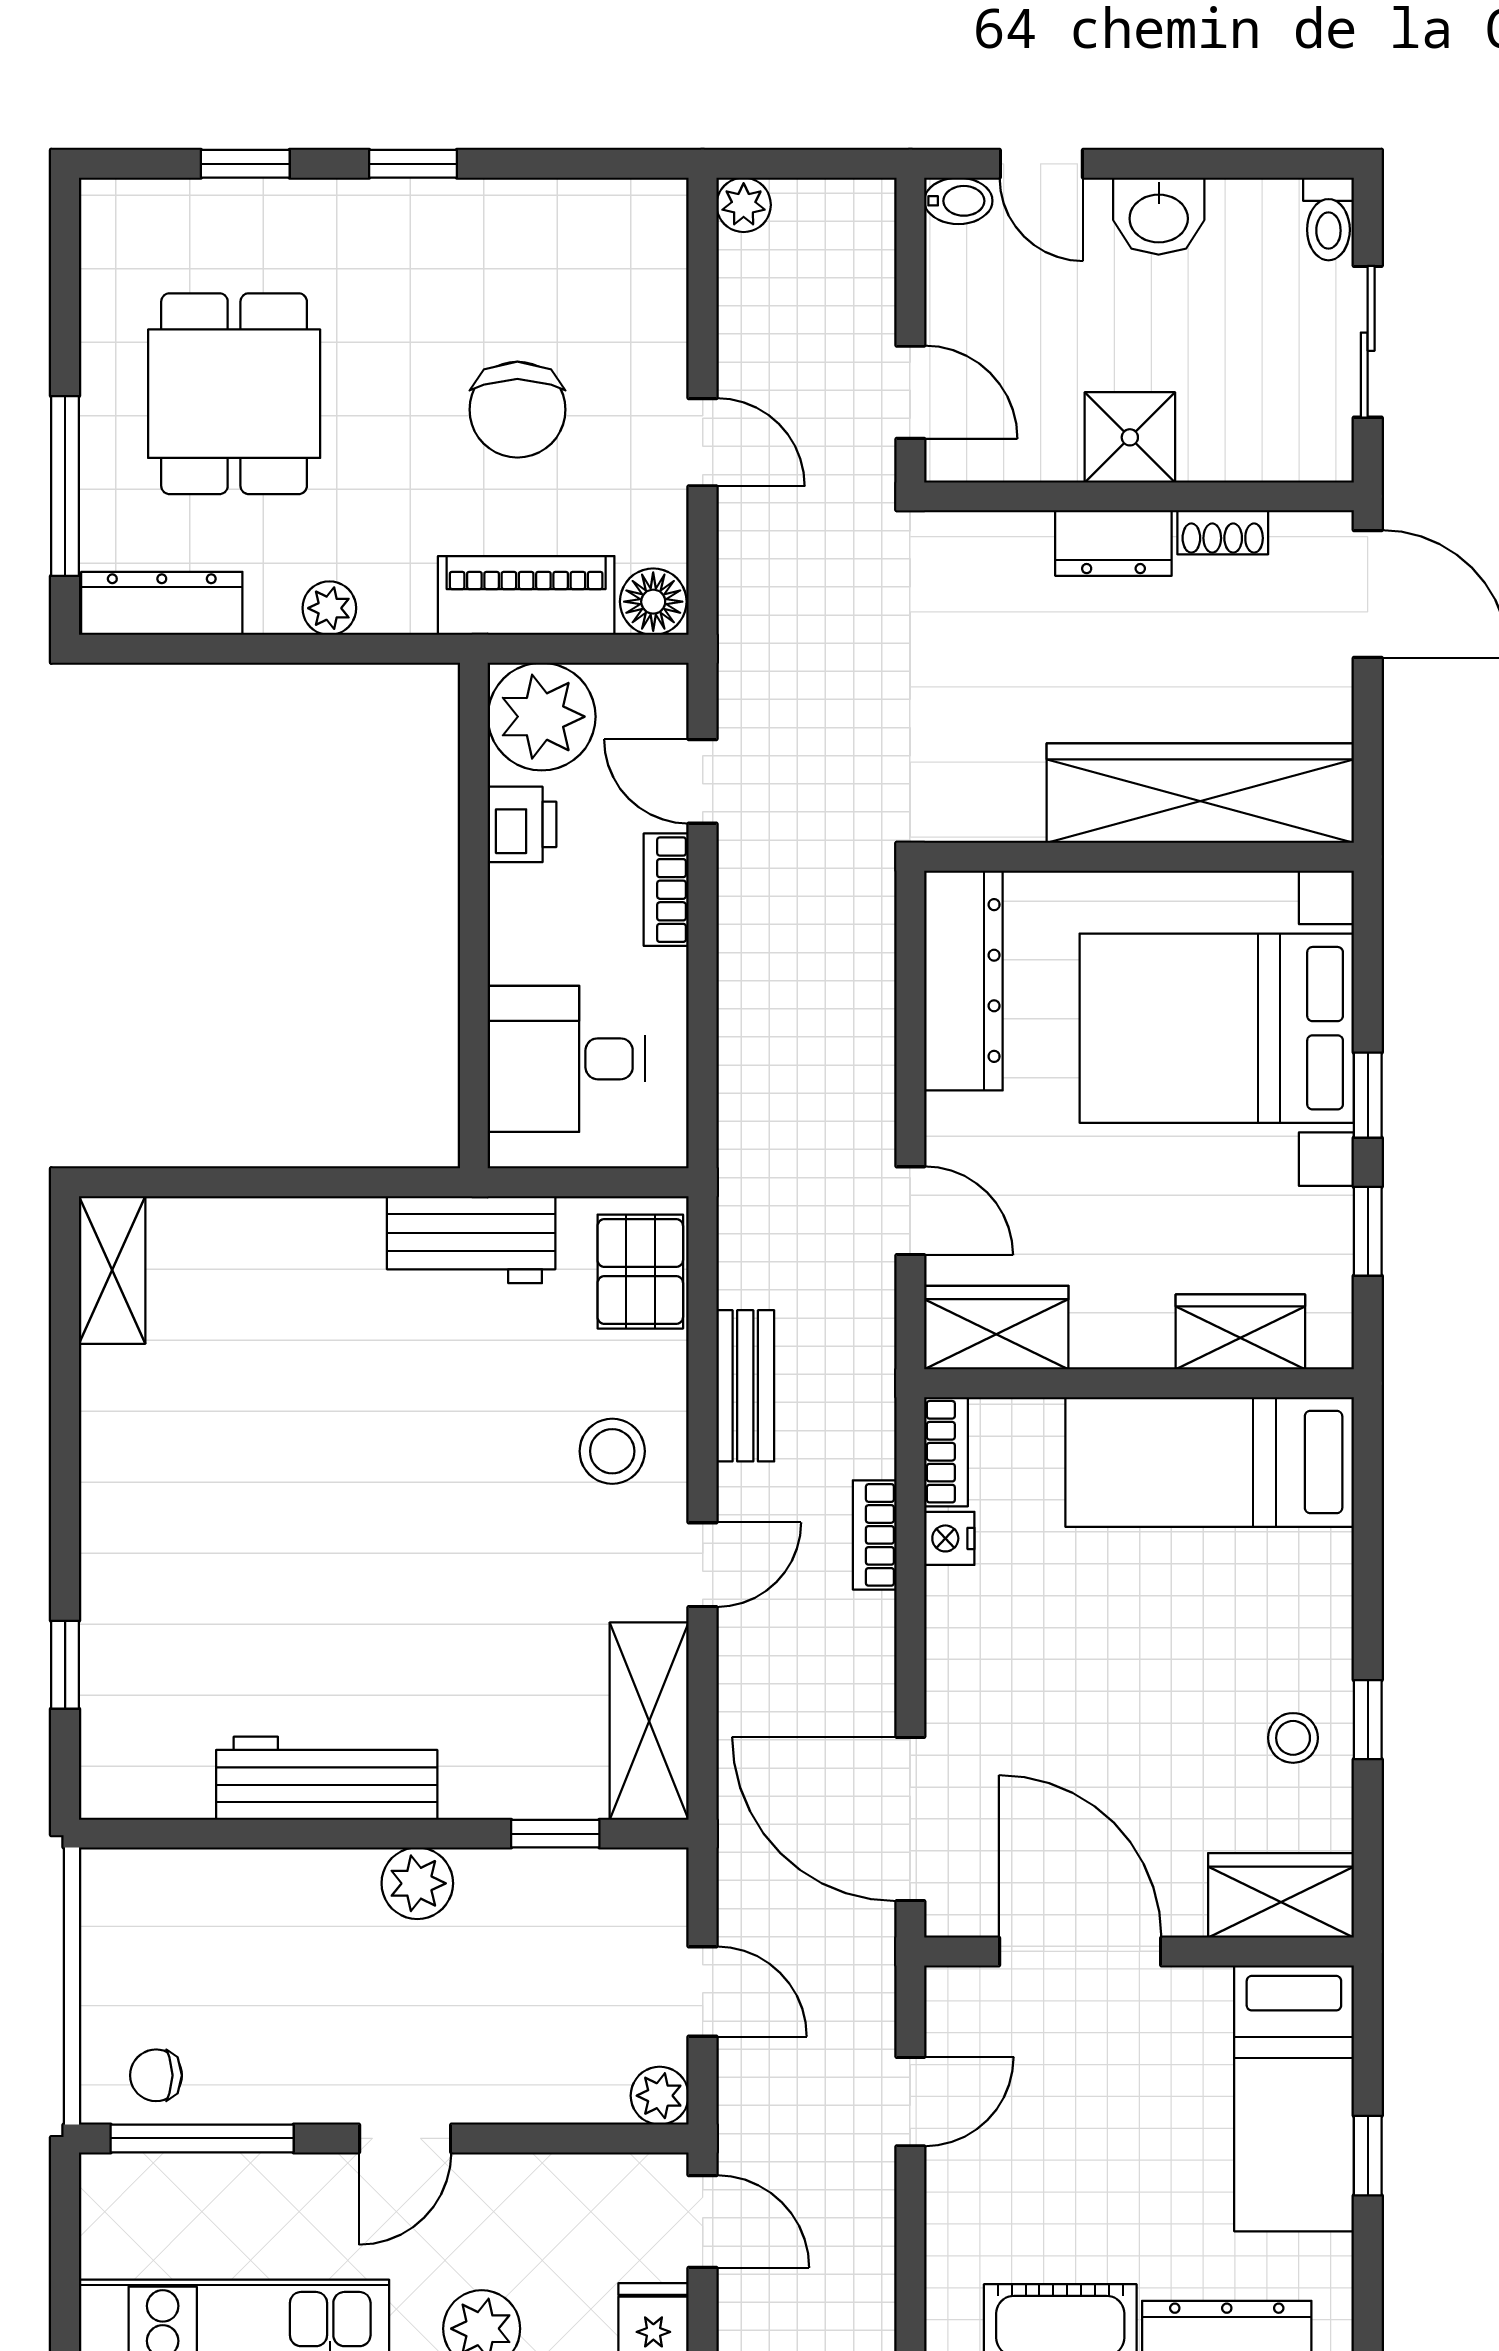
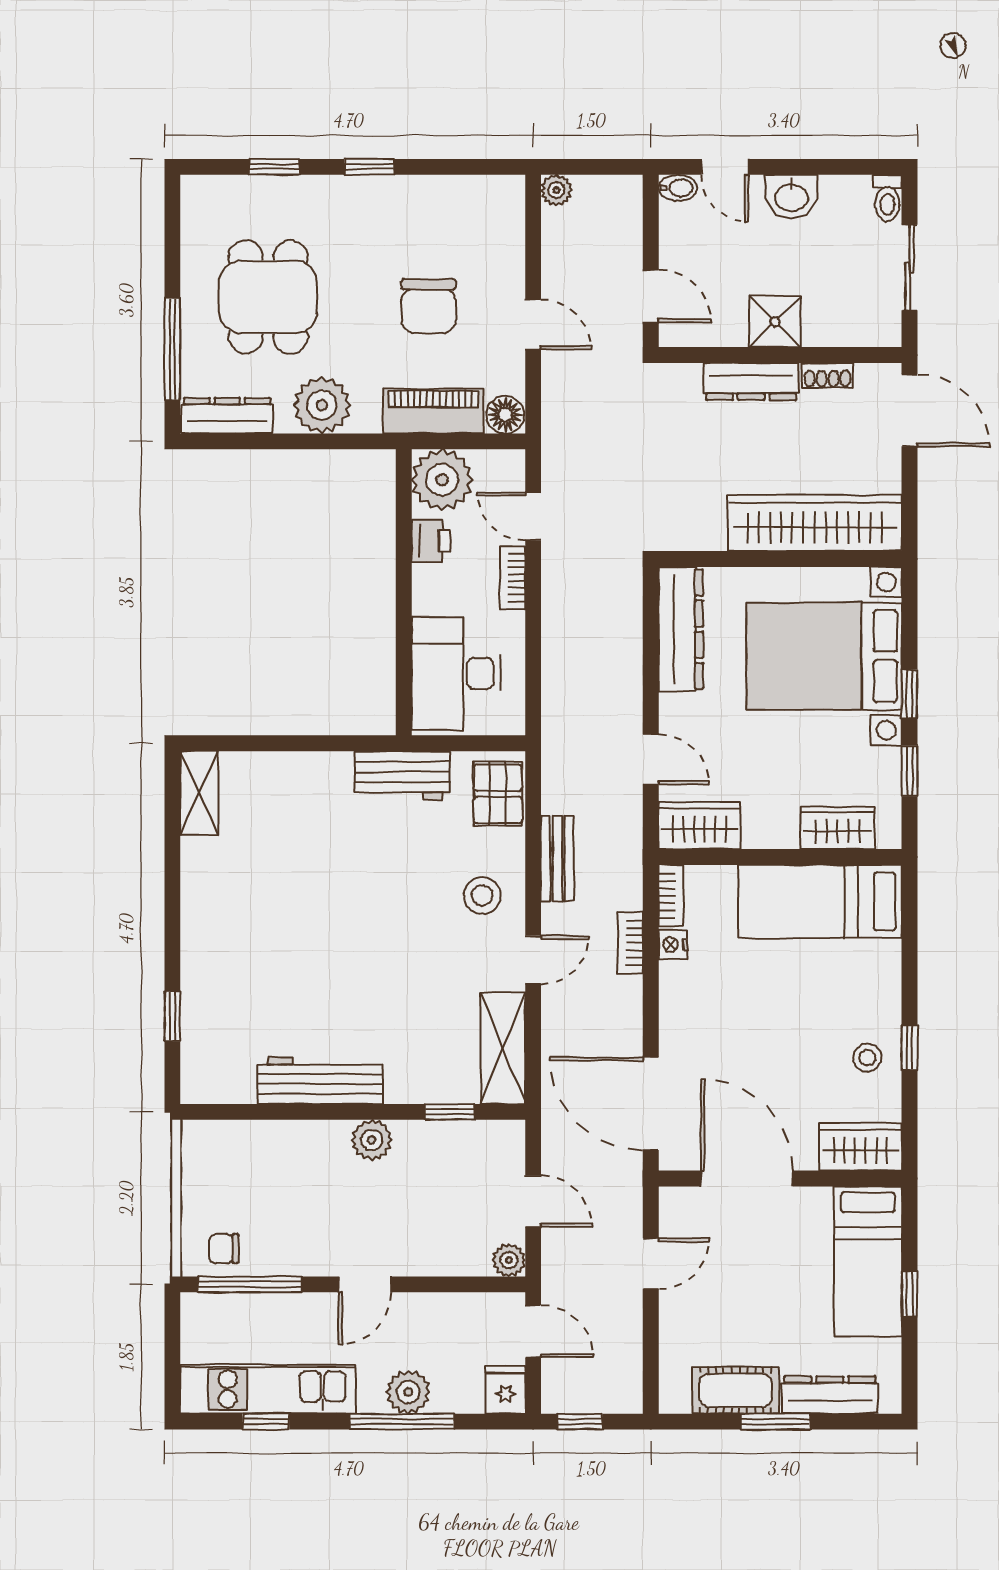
dresser: (1113, 543) -> (751, 381), width x1.44
plant: (329, 608) -> (322, 405), width x1.88, depth x1.88
desk: (567, 1059) -> (456, 673), width x1.37

